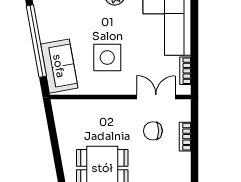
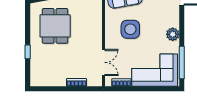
chair: (153, 131) -> (80, 60), removed

